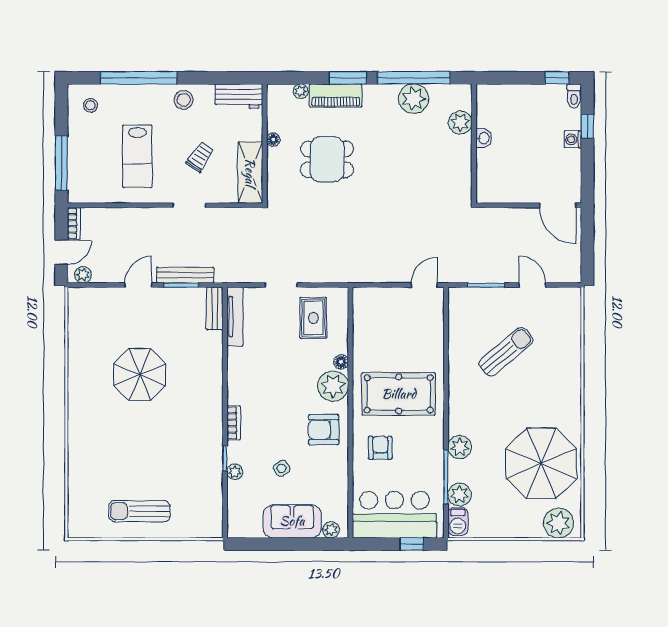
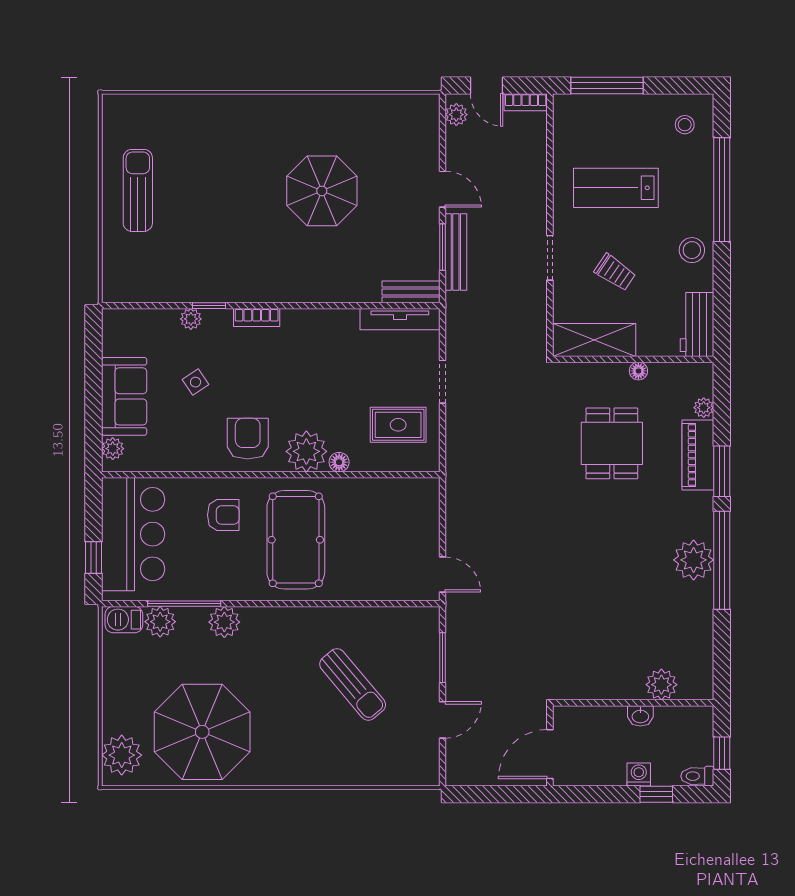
plant: (460, 123) -> (661, 685), moved
washbasin: (484, 138) -> (640, 716), moved
wall: (474, 144) -> (633, 703), moved

